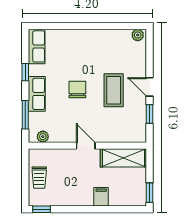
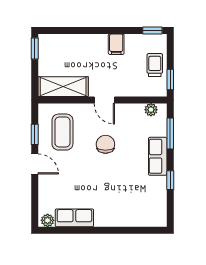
row of seats: (37, 46) -> (74, 218), moved, turned 90
chair: (77, 90) -> (105, 144), moved, turned 180
coffee table: (114, 90) -> (62, 132), moved
window: (25, 164) -> (170, 79), added
filing cabinet: (101, 197) -> (116, 44), moved

